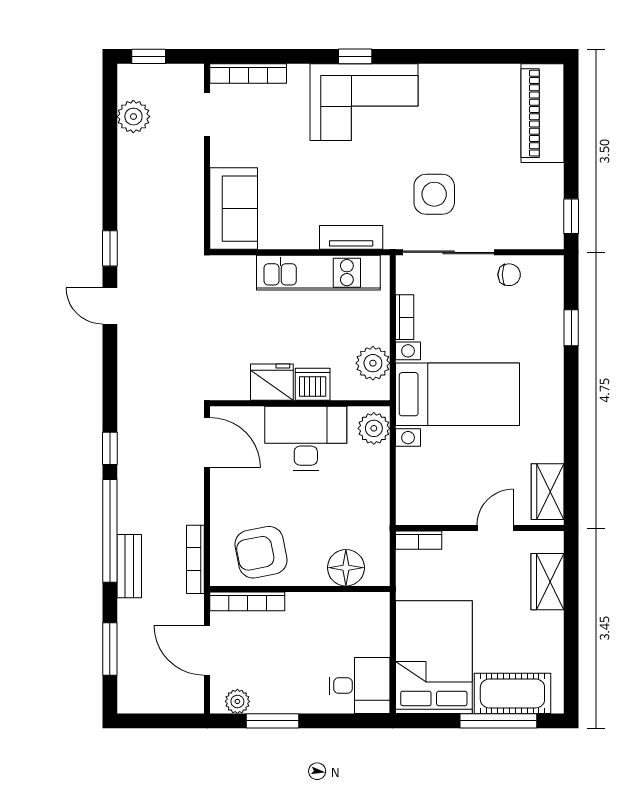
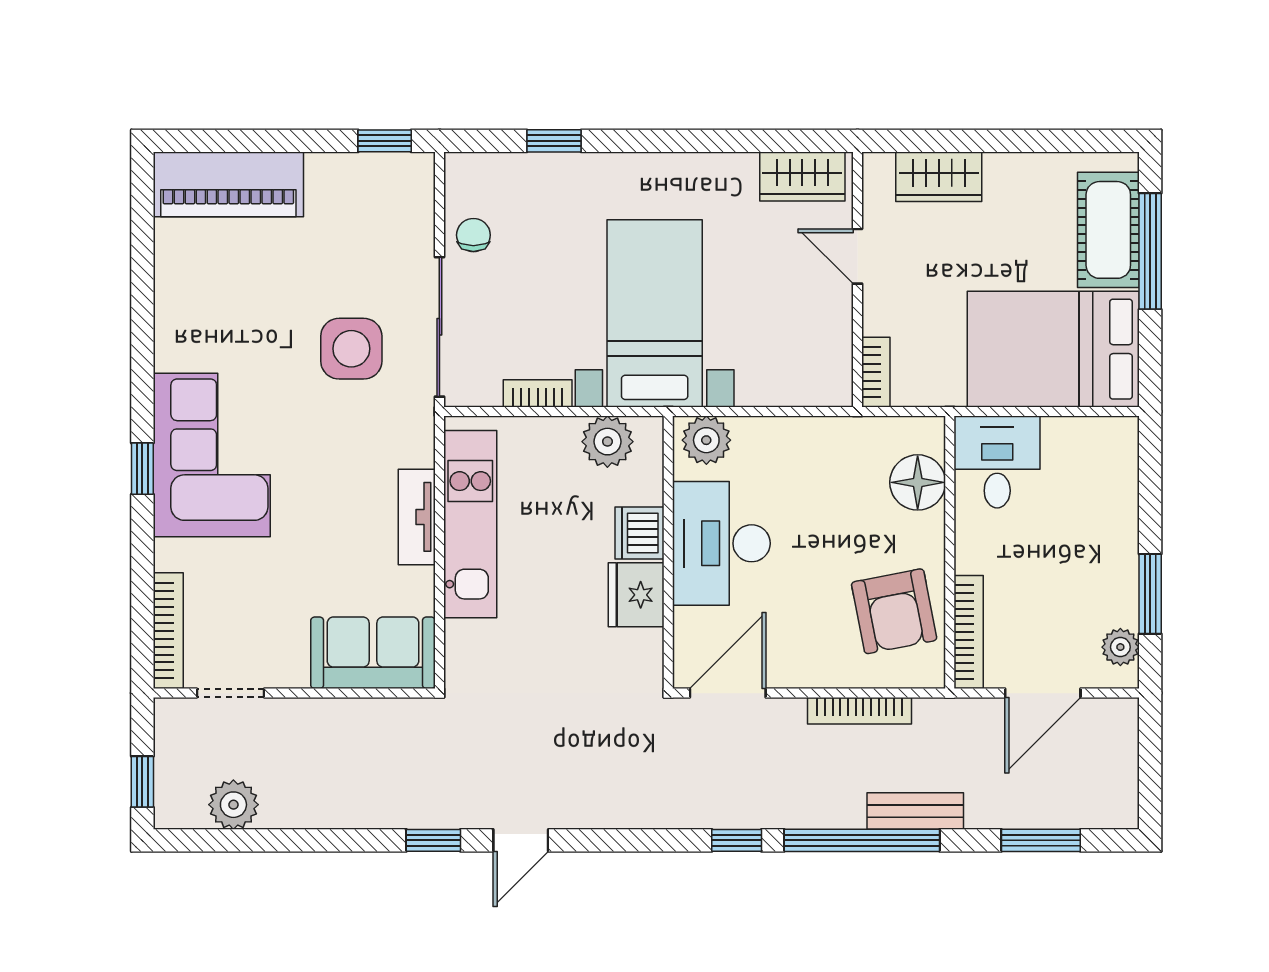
tv unit: (351, 237) -> (417, 517), moved
bookcase: (195, 559) -> (860, 711), moved
desk: (359, 686) -> (997, 462), moved

